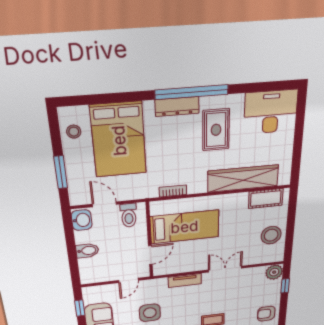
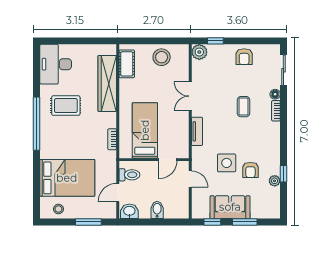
dresser: (177, 106) -> (46, 134), removed
door: (150, 255) -> (168, 160), swing flipped

